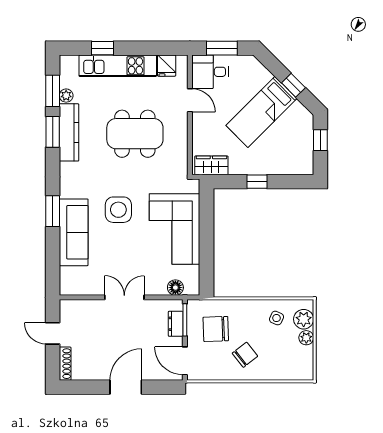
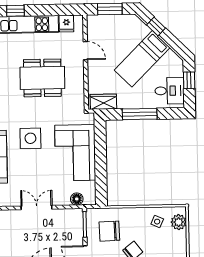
desk: (210, 72) -> (170, 91), moved, turned 180
window: (293, 85) -> (156, 27), moved
window: (257, 182) -> (140, 114), width x2.17
dresser: (176, 324) -> (77, 228), removed
plant: (306, 338) -> (181, 237), removed

